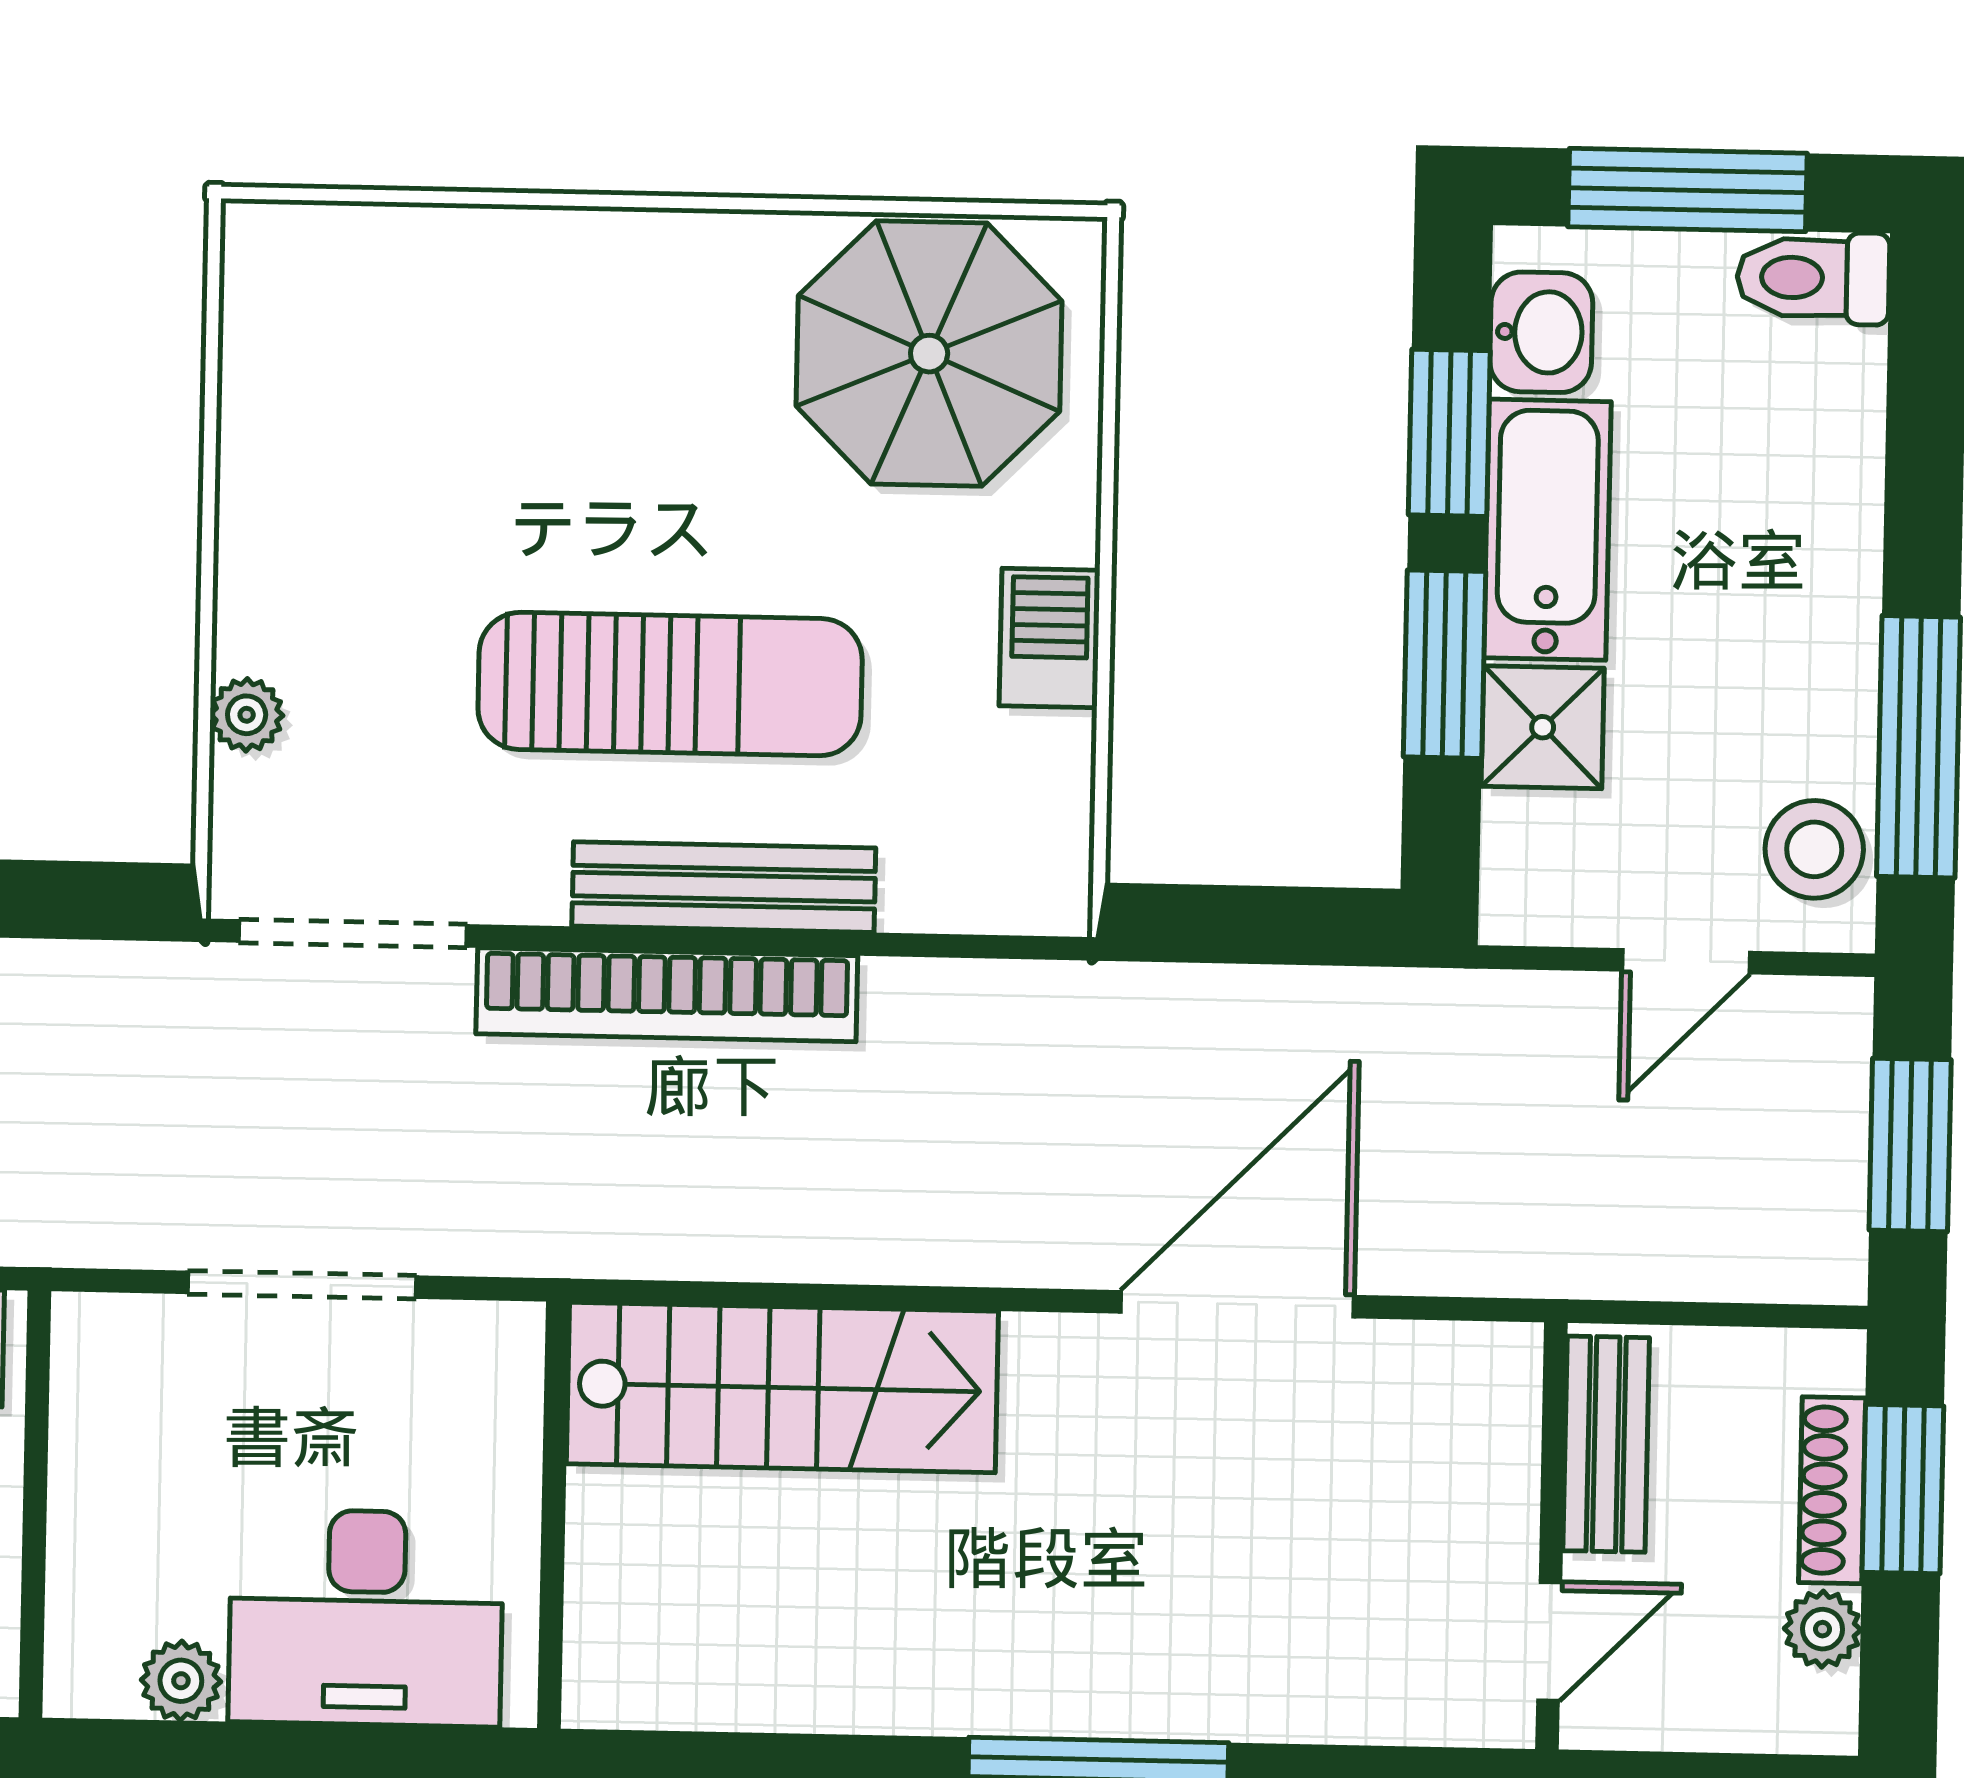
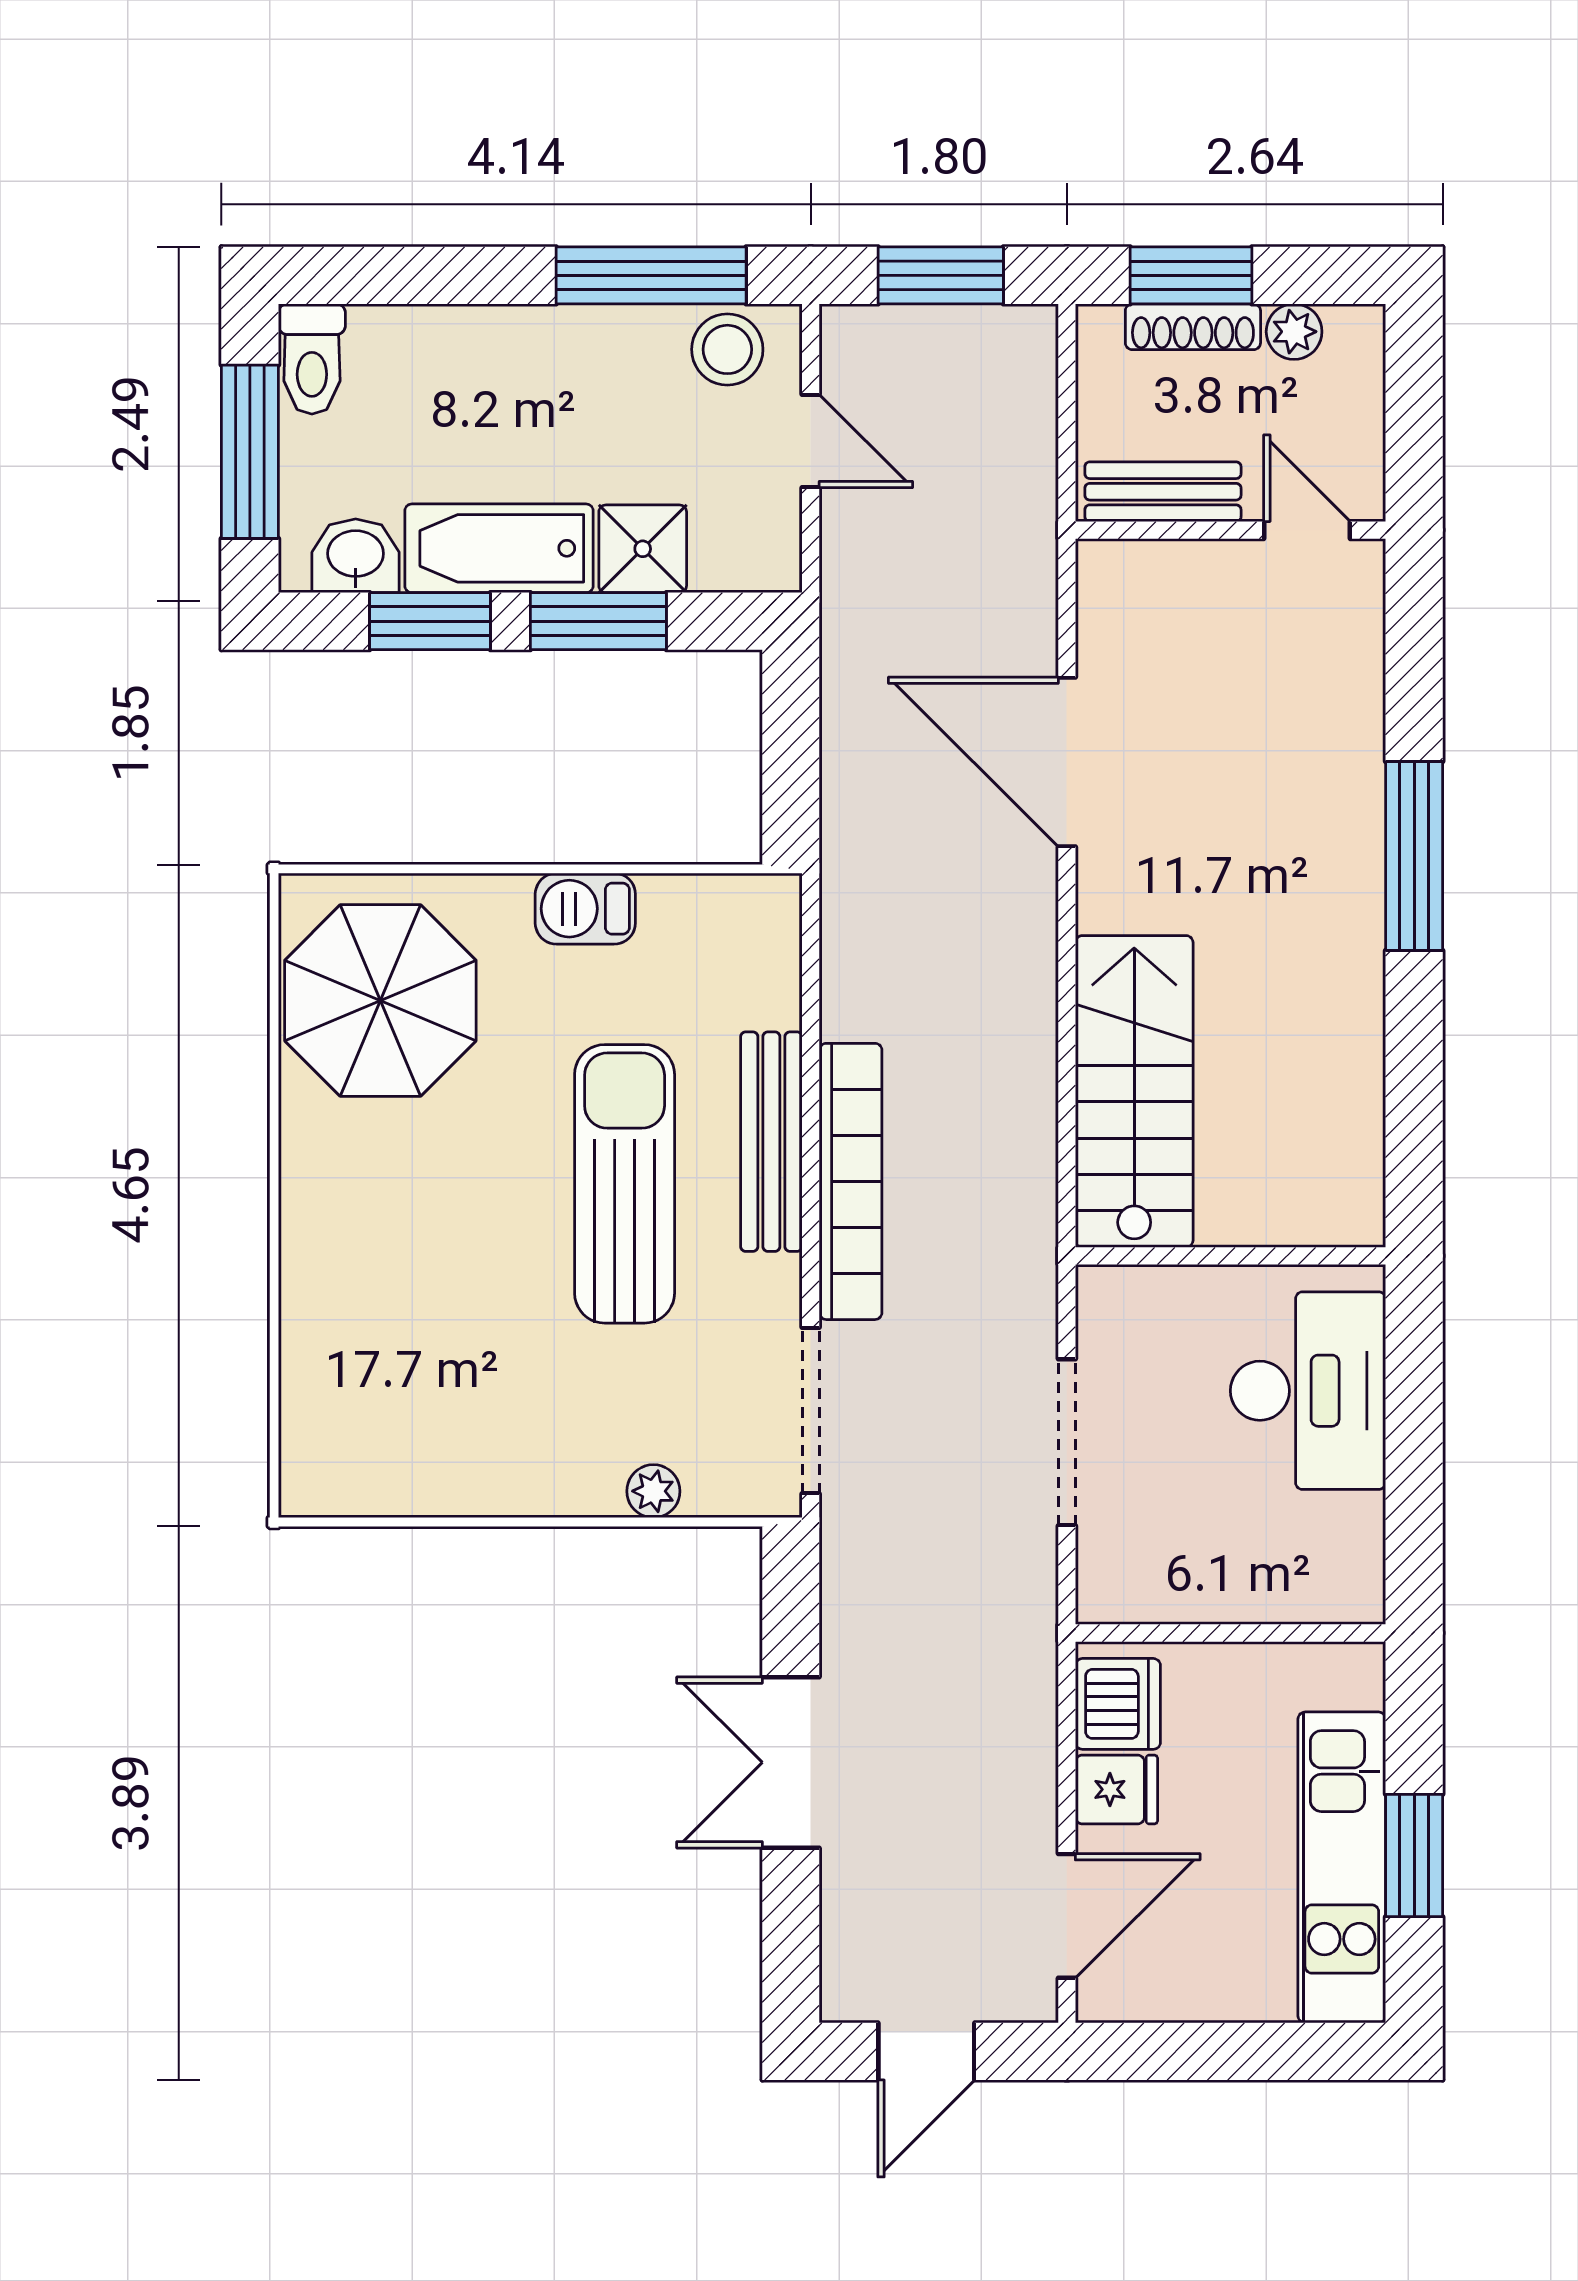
plant: (181, 1681) -> (1357, 1524), removed

